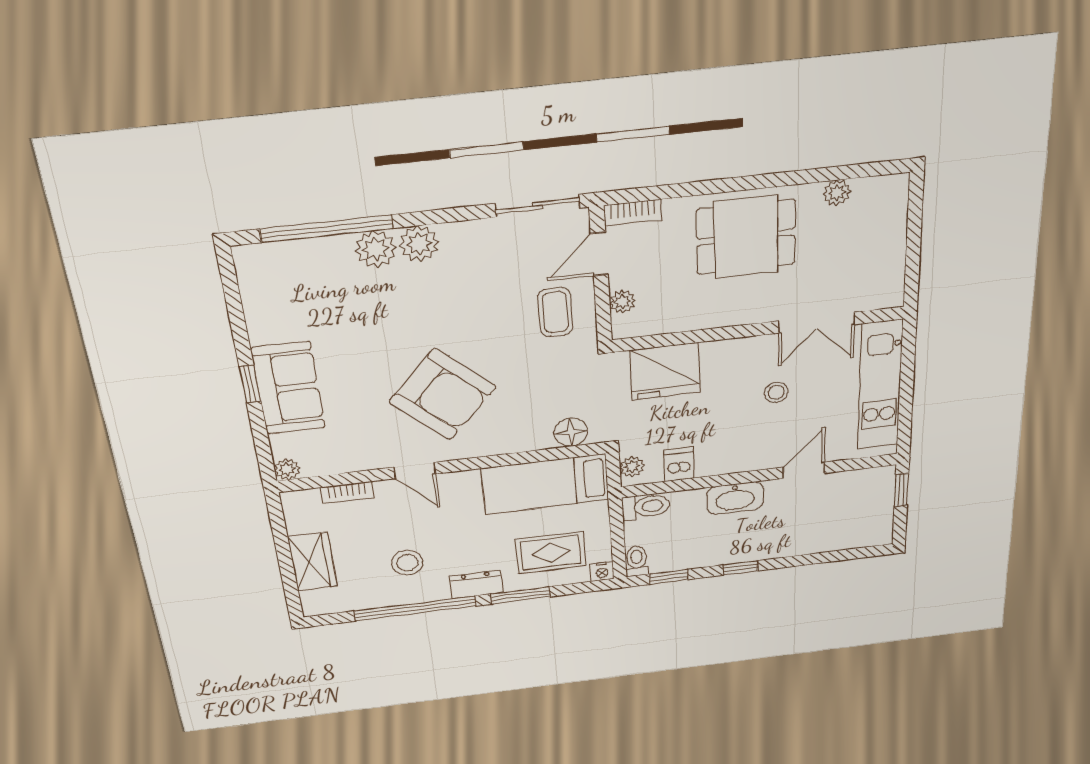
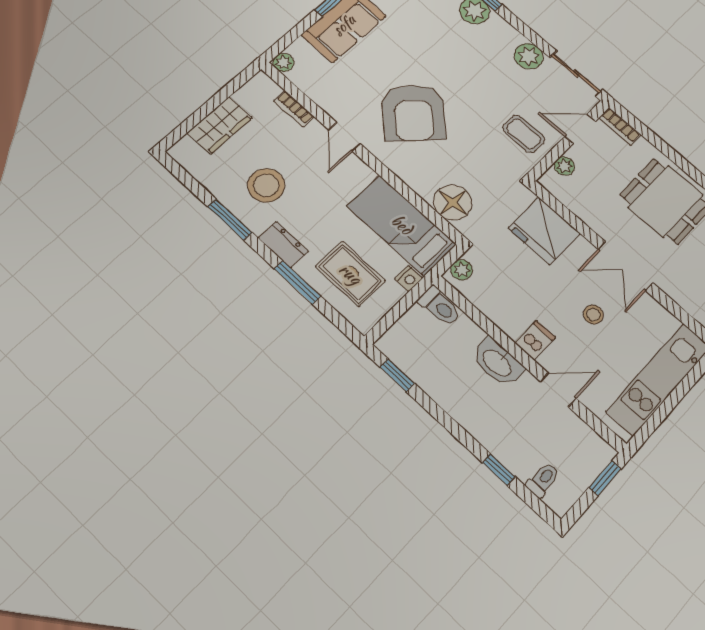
plant: (419, 244) -> (529, 56), moved
coffee table: (555, 312) -> (524, 134), turned 90
double door: (817, 323) -> (625, 266), moved
floor lamp: (571, 432) -> (453, 203), width x1.38, depth x1.38
dishwasher: (679, 464) -> (535, 340), moved
toilet: (637, 561) -> (543, 480), moved
stool: (407, 563) -> (266, 185), width x1.38, depth x1.38
window: (741, 568) -> (499, 470), moved
nightstand: (602, 571) -> (409, 279), moved, turned -90
window: (415, 608) -> (230, 220), width x0.47

